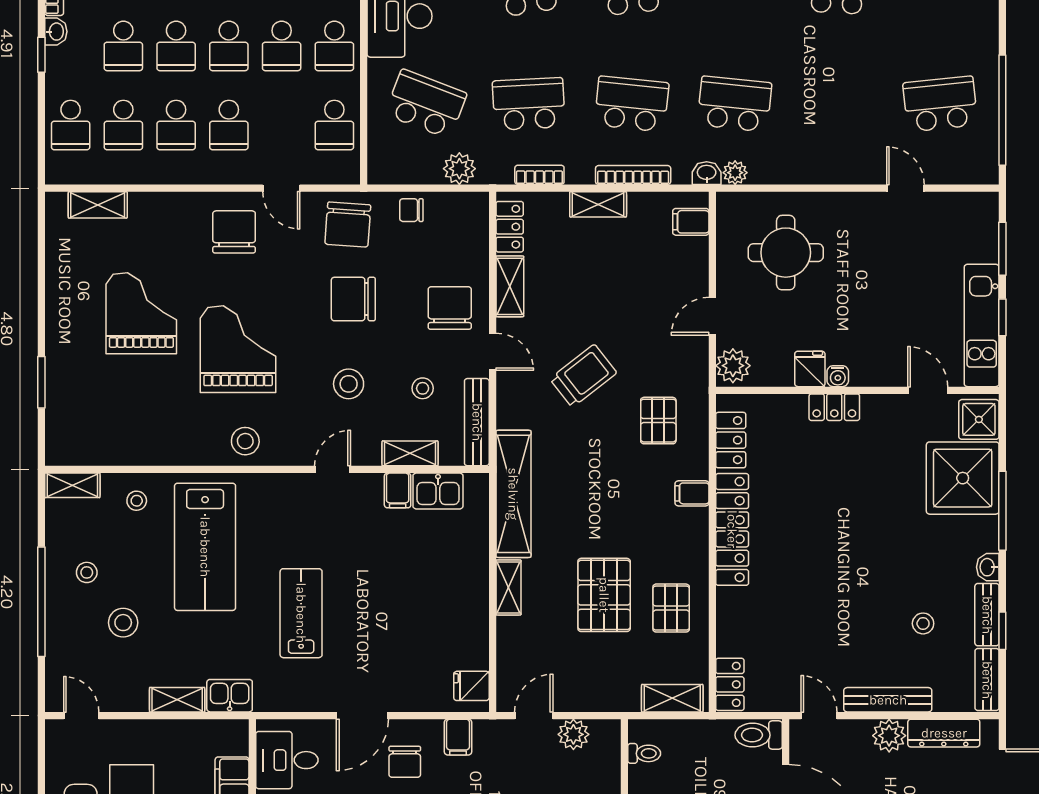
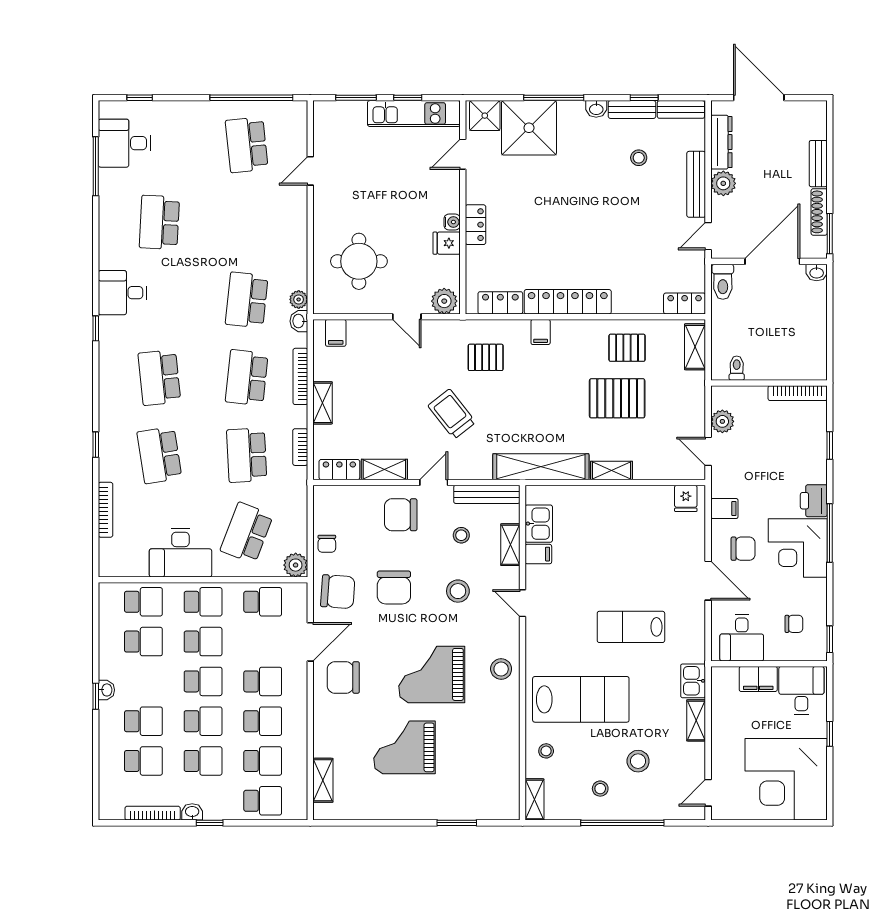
plant: (459, 169) -> (296, 565), moved
door: (281, 188) -> (310, 642), width x1.38

